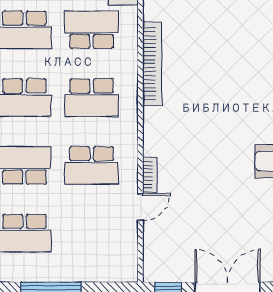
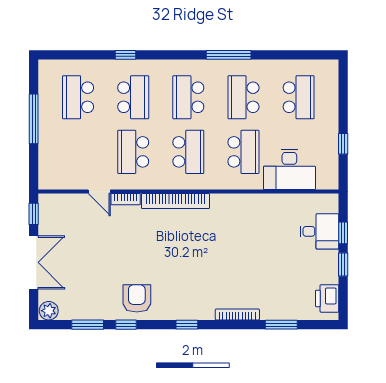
bookcase: (152, 64) -> (175, 201), moved
school desk: (92, 98) -> (188, 152), turned 180

